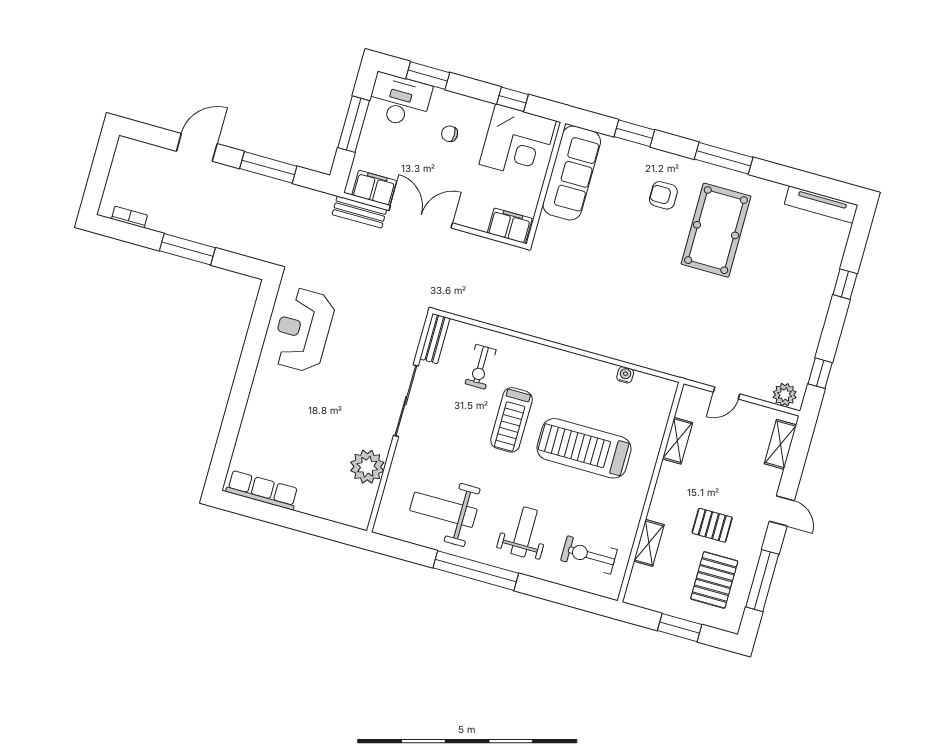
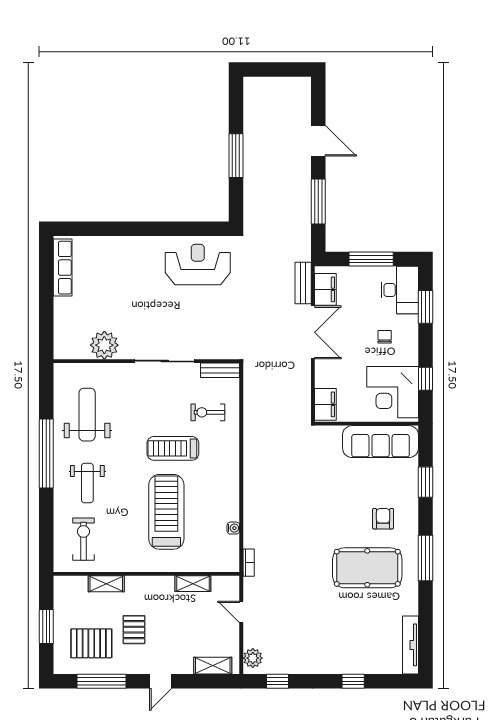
bookcase: (129, 217) -> (249, 563), moved
weight bench: (524, 532) -> (87, 483), turned 90

